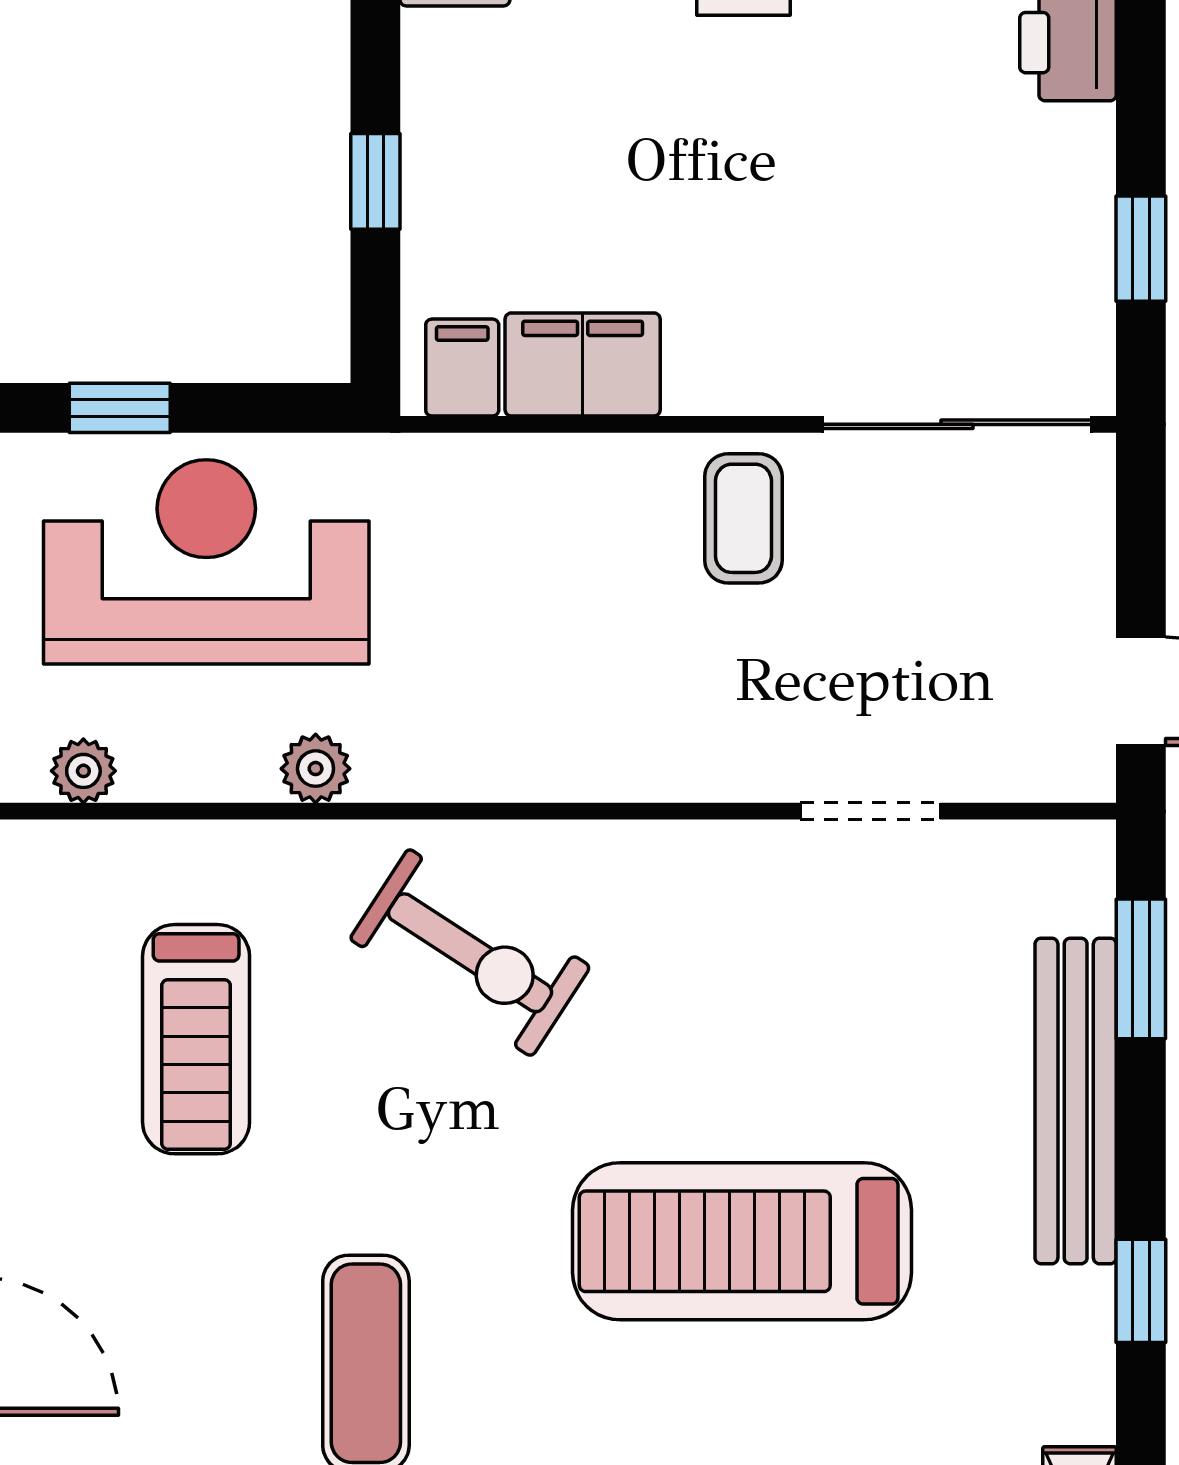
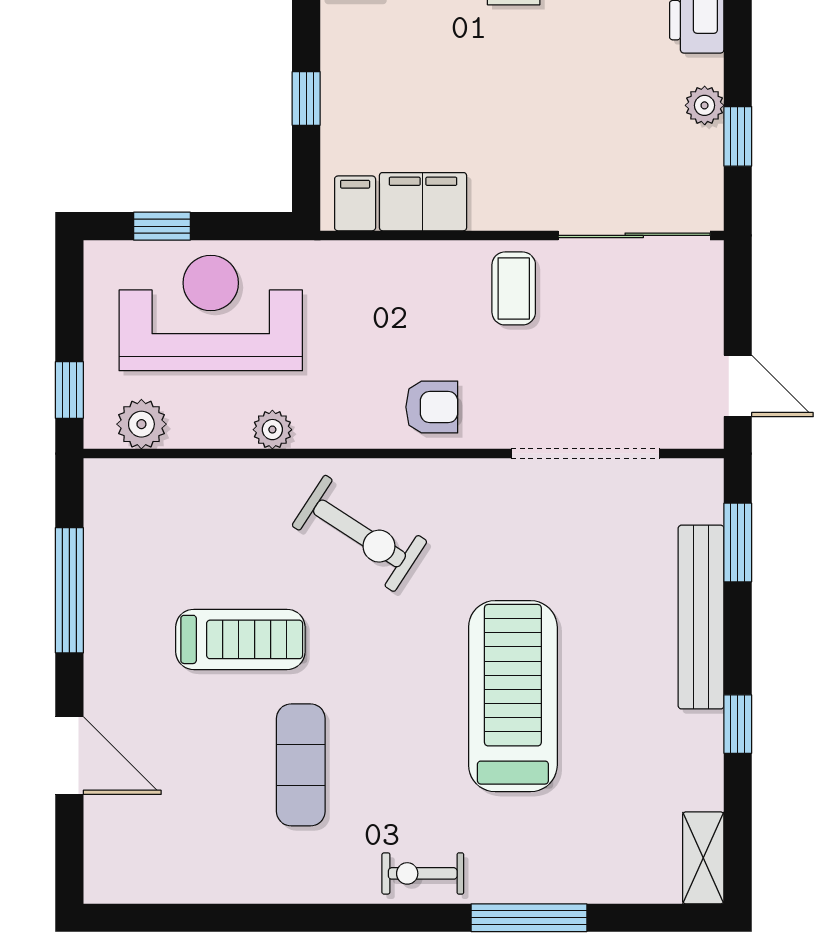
plant: (1082, 194) -> (705, 105), added
armchair: (598, 729) -> (432, 407), added
plant: (83, 771) -> (141, 424), width x1.38, depth x1.38
doorway: (870, 811) -> (585, 454), width x1.88
treadmill: (196, 1039) -> (240, 639), moved, turned -90
treadmill: (742, 1241) -> (513, 696), turned 90

